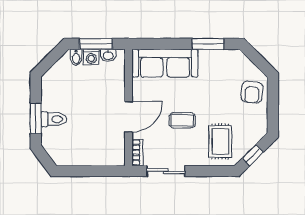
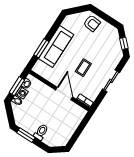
window: (208, 44) -> (41, 48), moved
sofa: (165, 63) -> (56, 47), moved
window: (36, 118) -> (26, 135), moved
rug: (220, 141) -> (106, 55), removed
sliding door: (166, 171) -> (111, 81), moved

